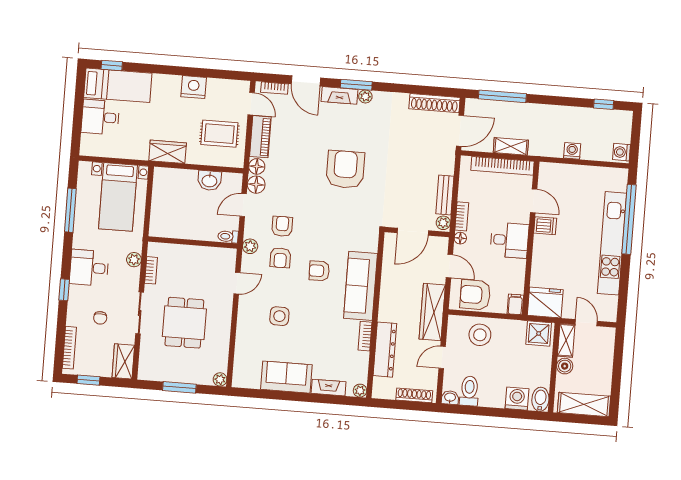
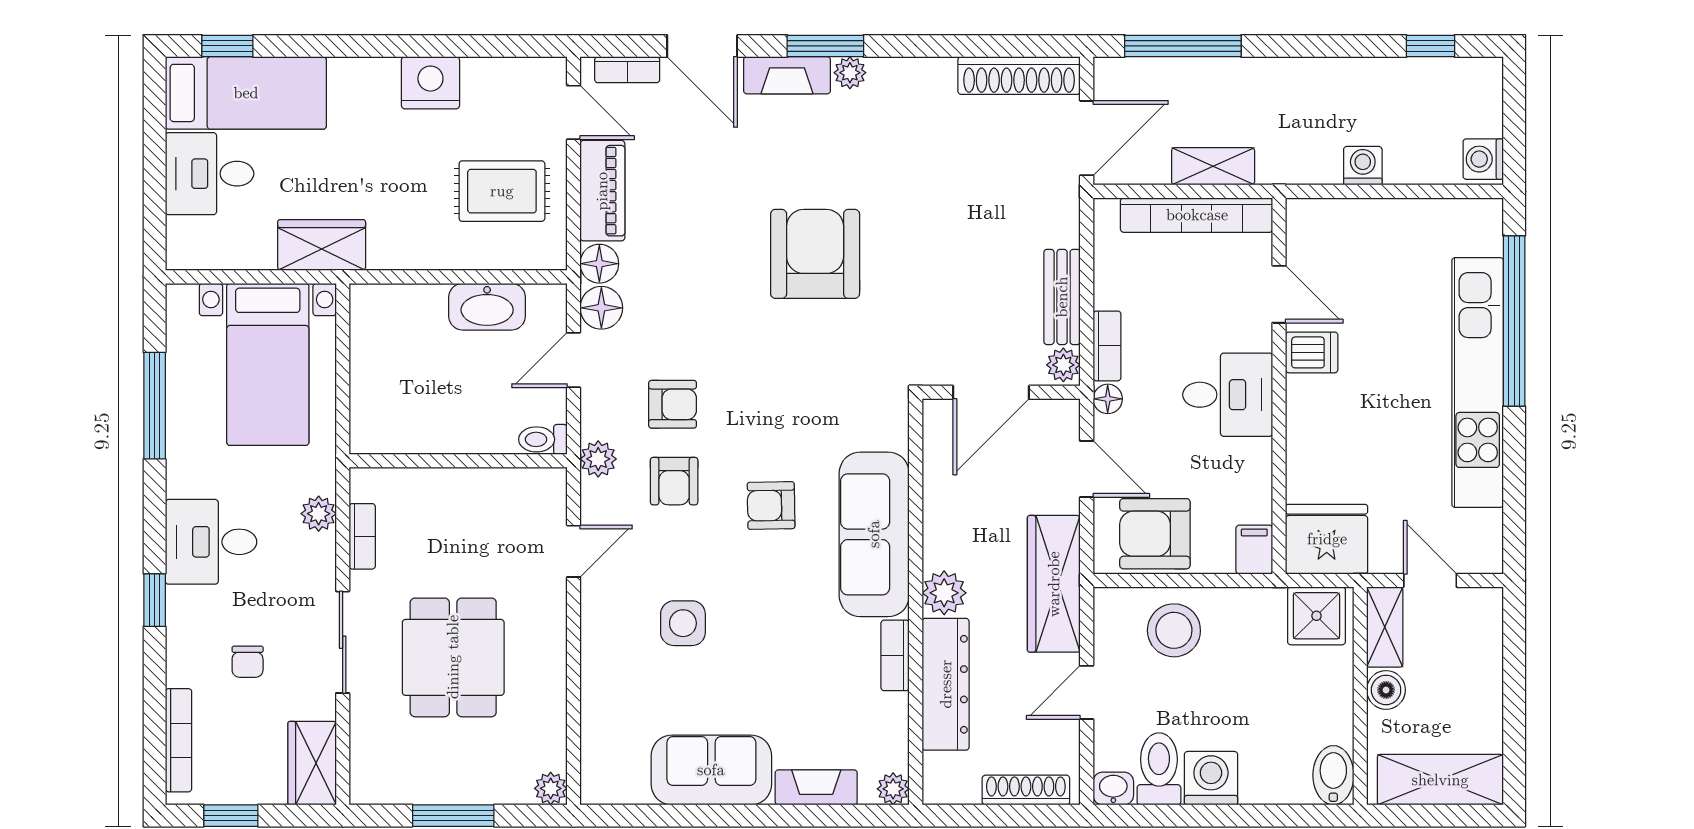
wardrobe: (168, 152) -> (322, 245), moved
washbasin: (209, 180) -> (487, 307), width x1.38
armchair: (282, 226) -> (673, 404), turned 90
plant: (387, 312) -> (944, 593), added
washing machine: (517, 399) -> (1211, 778), moved

